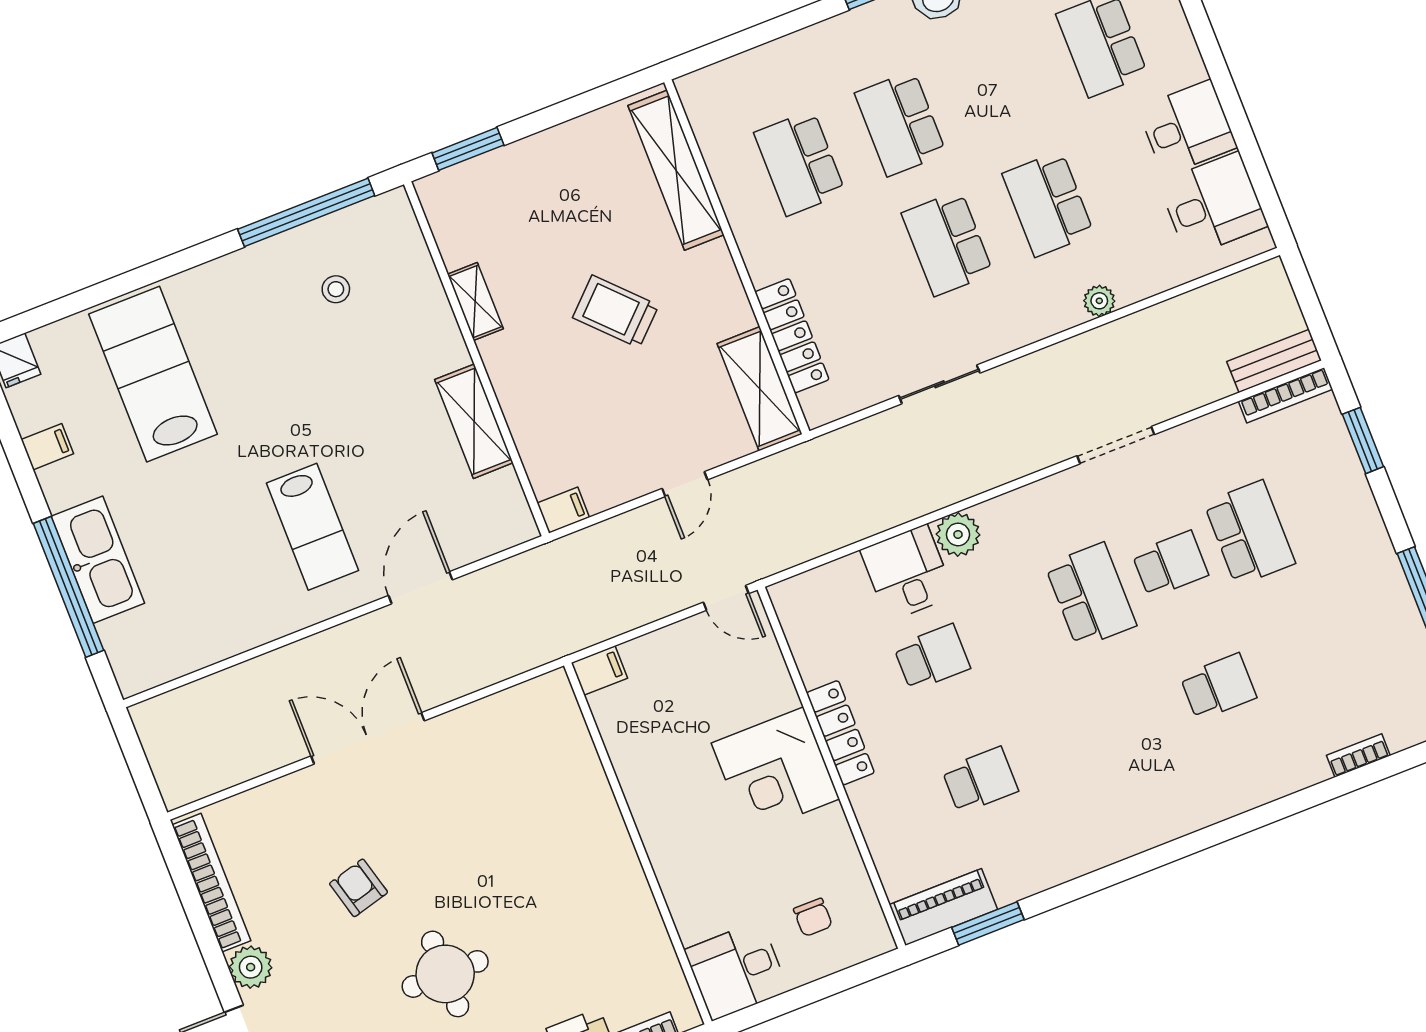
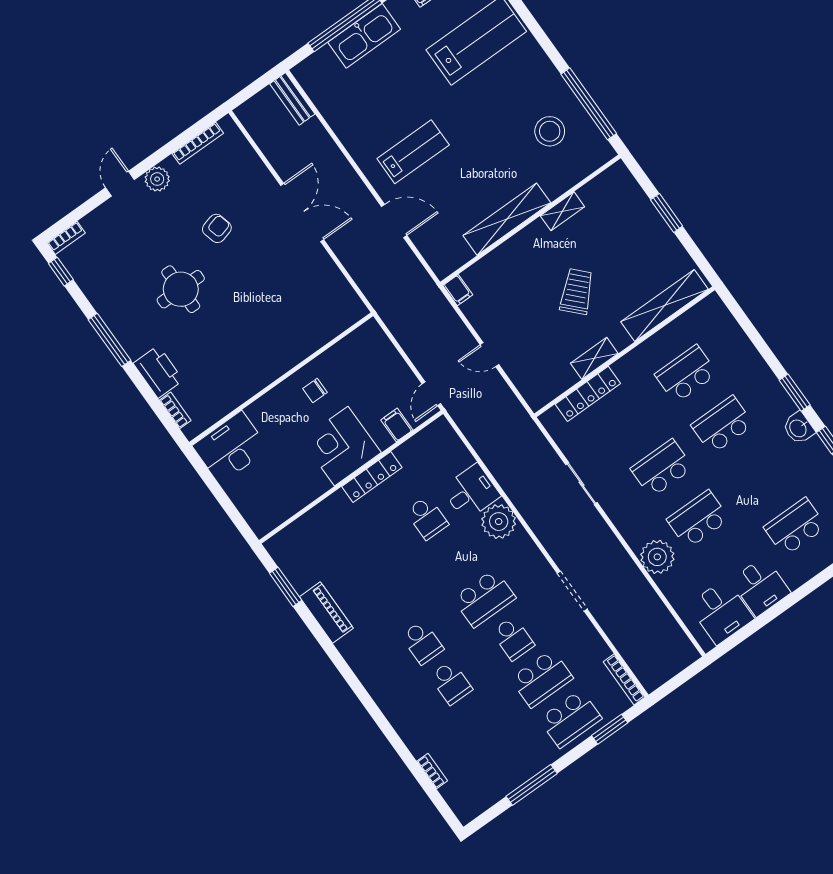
window: (468, 149) -> (667, 213), moved
stool: (336, 289) -> (550, 131), width x1.89, depth x1.89
plant: (1099, 301) -> (657, 557), width x1.87, depth x1.87
bench: (1274, 361) -> (292, 99), moved
shelving: (760, 389) -> (594, 358), moved, width x0.67, depth x0.75
shelving: (474, 421) -> (507, 219), width x1.47
school desk: (1329, 502) -> (570, 719), added
lab bench: (313, 527) -> (413, 152), turned 180
plant: (958, 534) -> (499, 522), width x1.36, depth x1.36
filing cabinet: (599, 670) -> (397, 425), moved, turned 180
school desk: (980, 780) -> (422, 642), moved
bookcase: (211, 883) -> (198, 143), width x0.68, depth x0.76
piano: (943, 907) -> (326, 612), moved
chair: (813, 917) -> (315, 390), moved
desk: (737, 970) -> (231, 447), width x1.37

